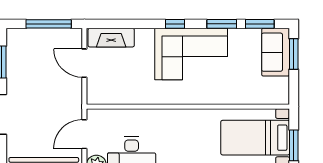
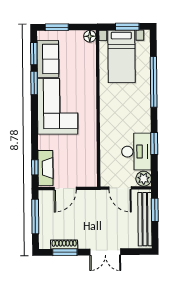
window: (175, 24) -> (35, 167), moved
sofa: (276, 52) -> (48, 59), moved, turned -90
shoe rack: (12, 61) -> (64, 244), added
floor lamp: (282, 97) -> (90, 36), added

